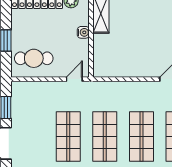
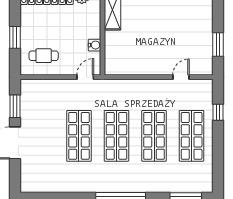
water cooler: (83, 32) -> (94, 45), moved
cafe table: (34, 58) -> (44, 56), width x0.73, depth x0.74

